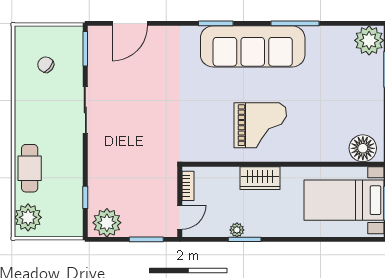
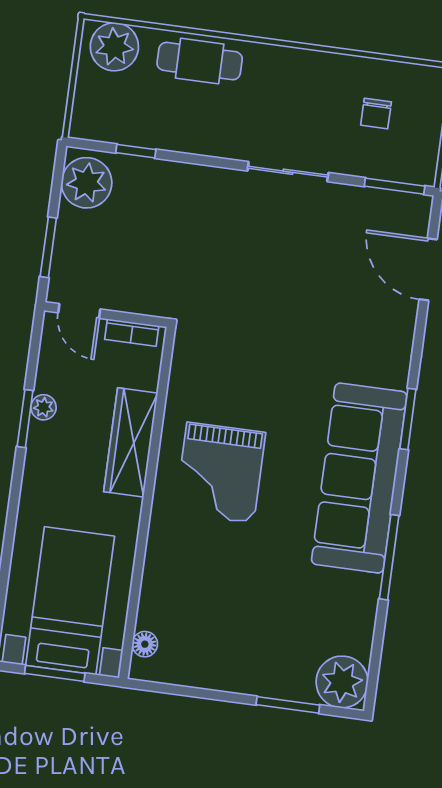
chair: (46, 65) -> (376, 114), turned 141
floor lamp: (363, 148) -> (145, 644), width x0.53, depth x0.53
wardrobe: (260, 178) -> (131, 442), width x1.50

